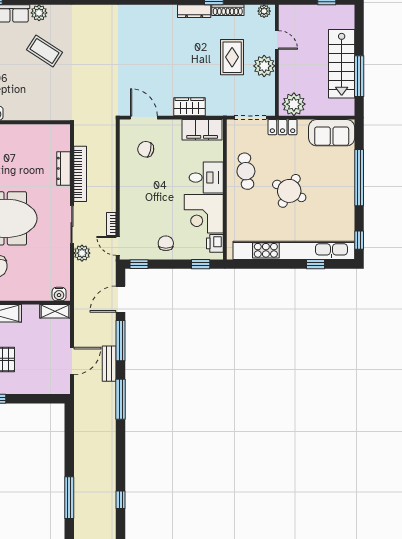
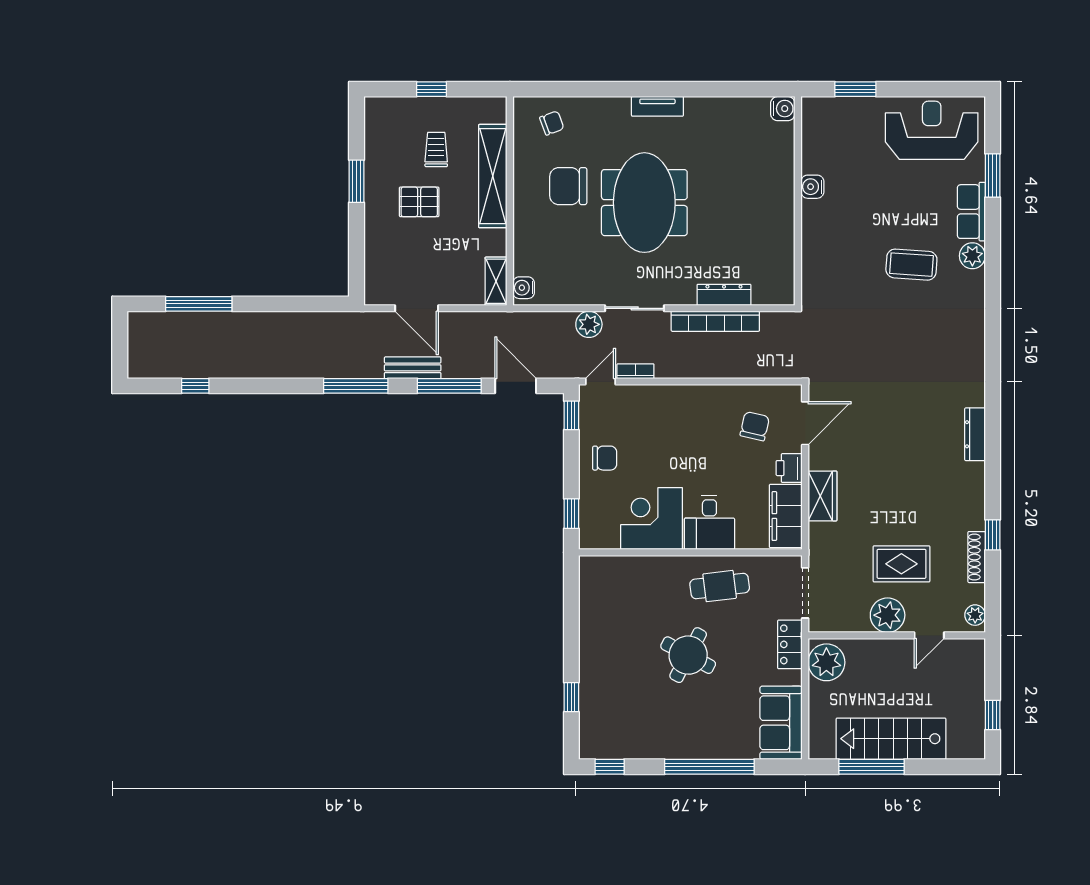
dresser: (194, 11) -> (975, 434), moved
coffee table: (45, 51) -> (911, 265), turned 61
printer: (215, 243) -> (789, 468), moved, turned -90
kitchen unit: (294, 250) -> (593, 662), removed

